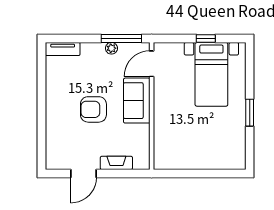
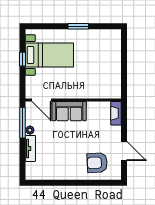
tv unit: (63, 49) -> (30, 148), moved
armchair: (93, 109) -> (97, 163), moved, turned 87
fireplace: (116, 163) -> (116, 113), moved

